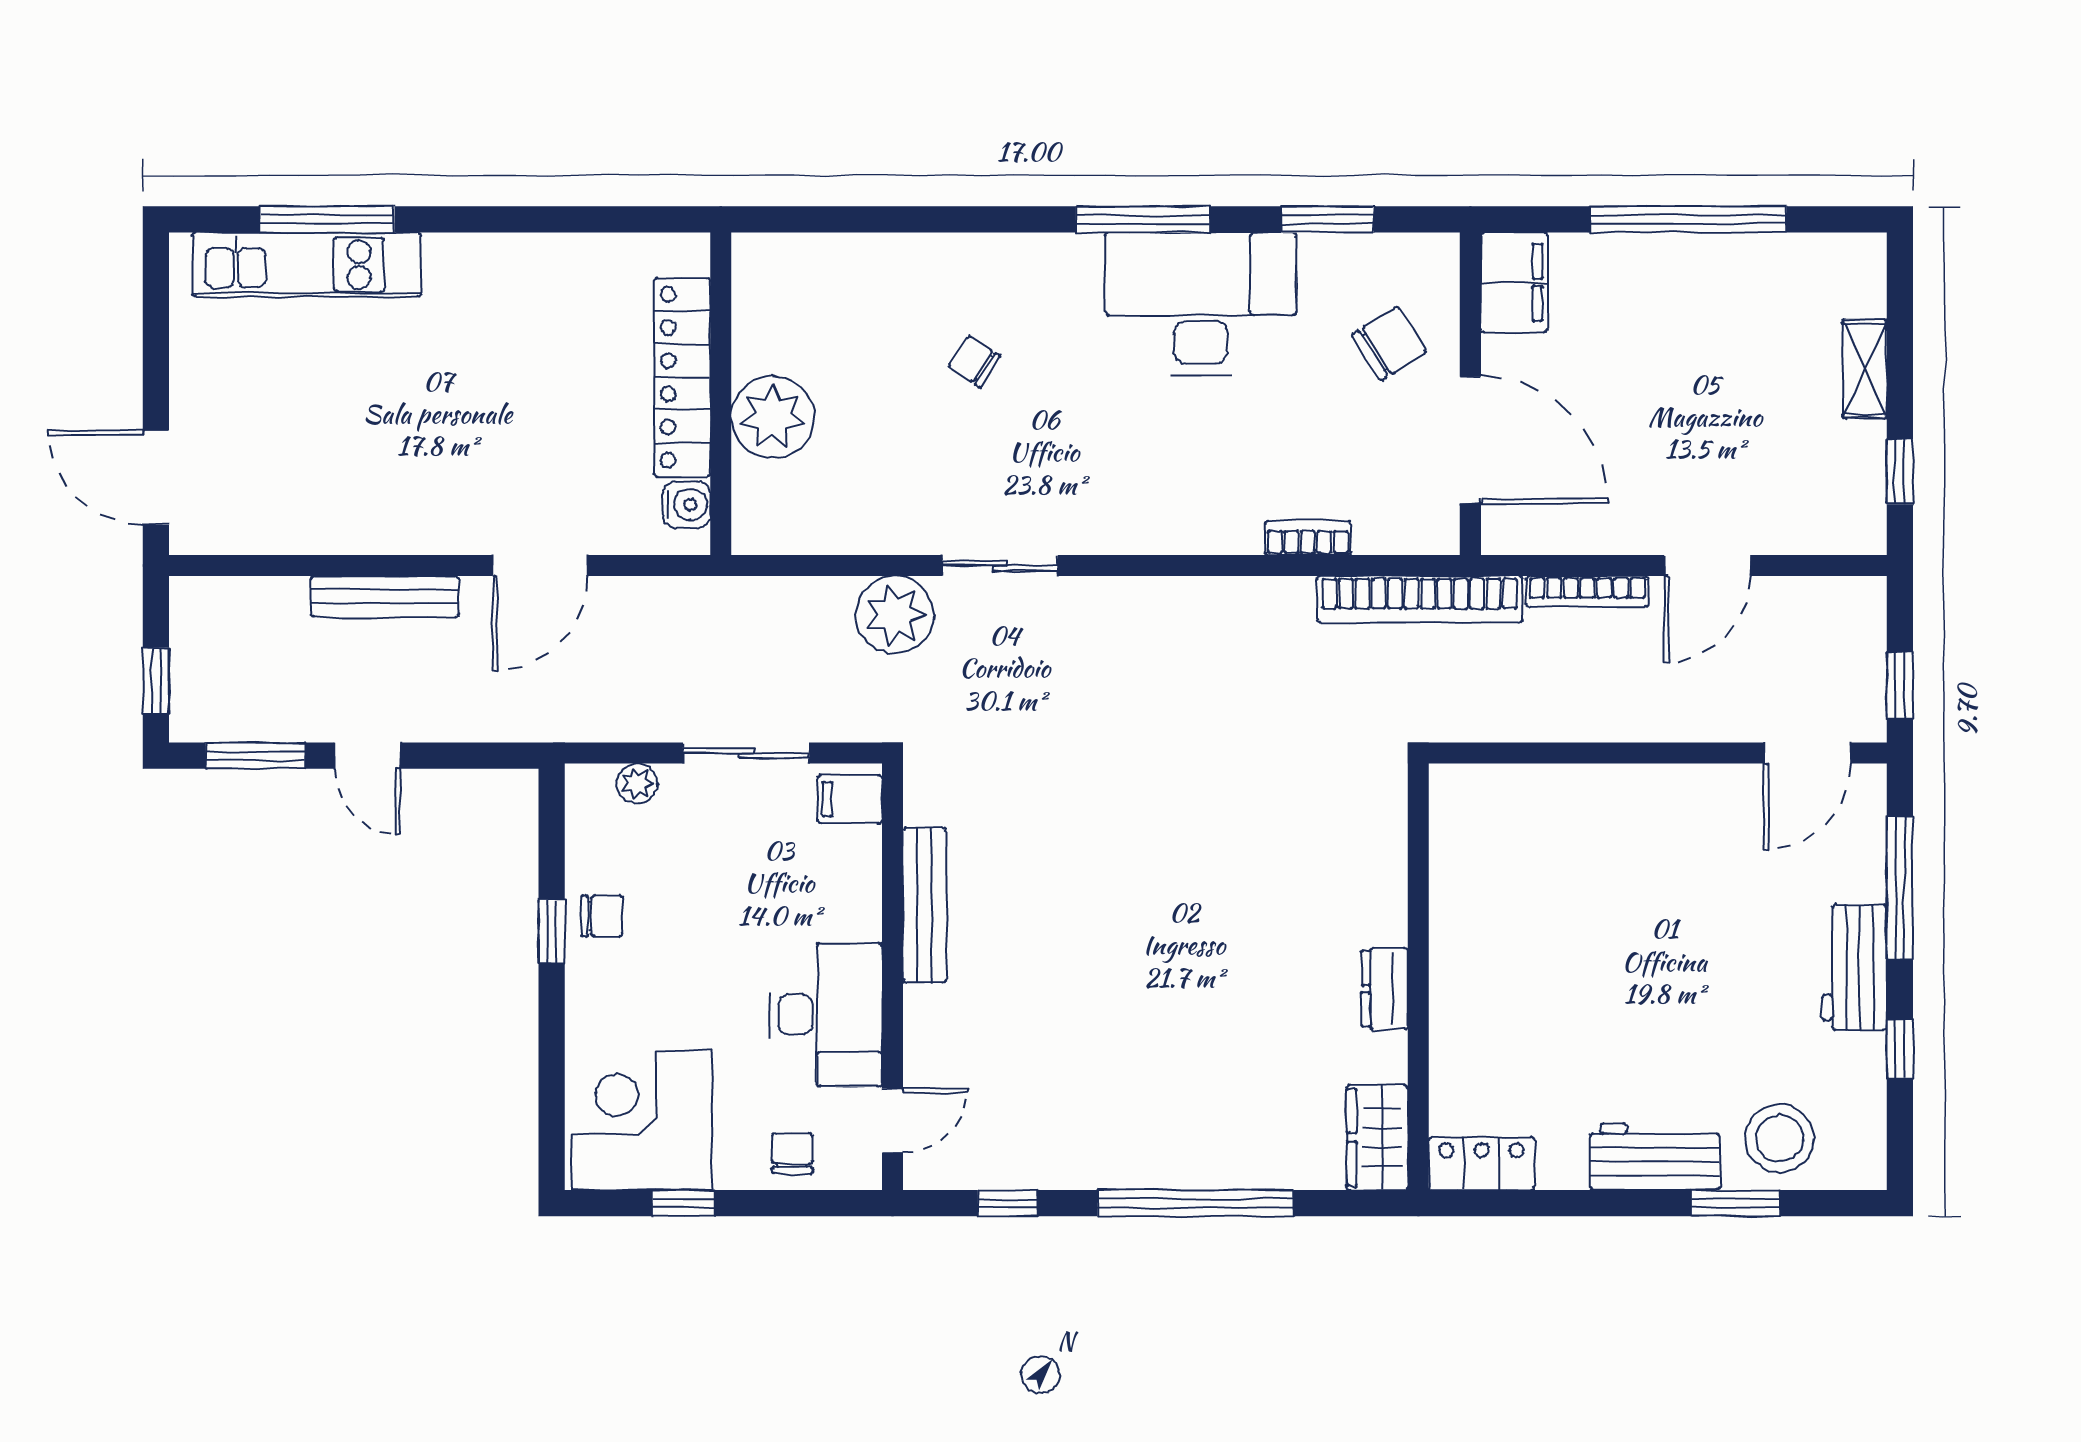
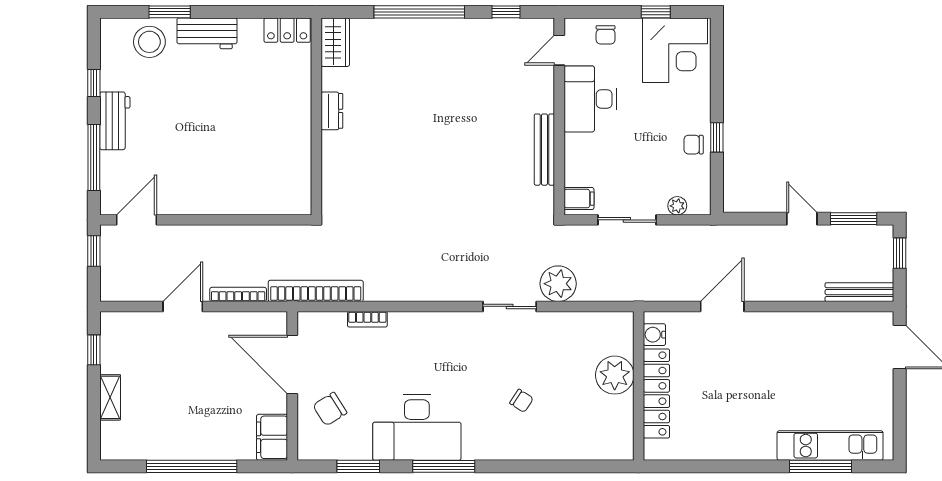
bench: (385, 597) -> (859, 292), moved

